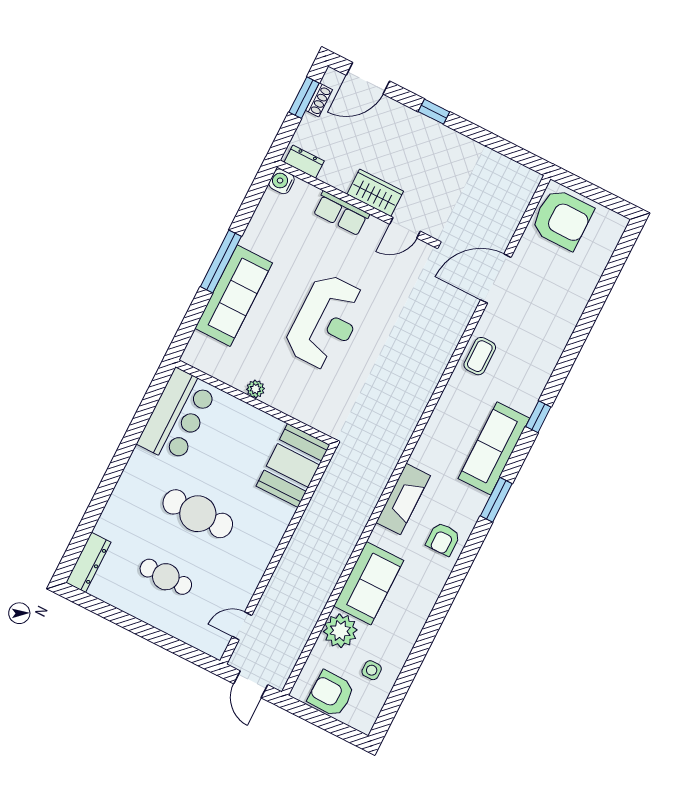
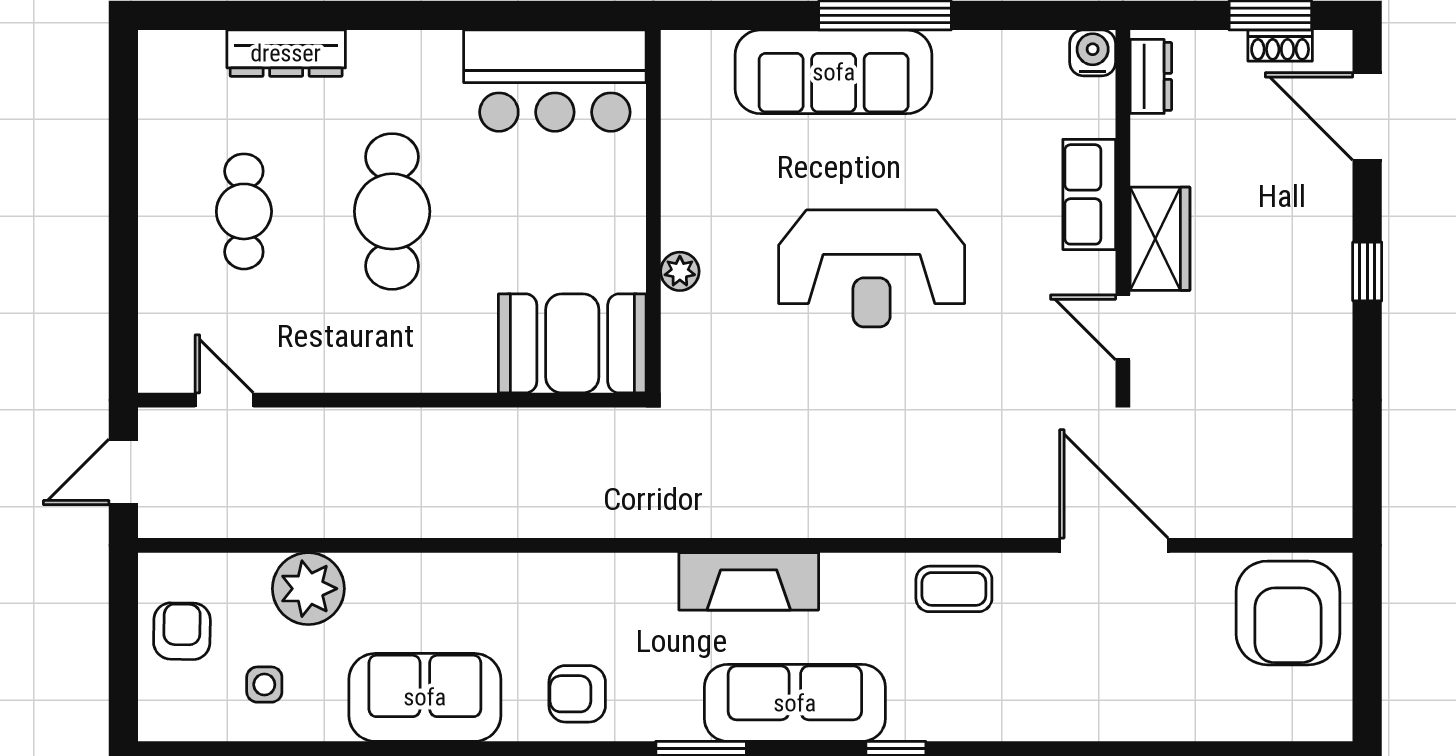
plant: (255, 389) -> (680, 271), moved
fireplace: (403, 499) -> (749, 581), moved
dresser: (88, 562) -> (286, 53), moved
sofa: (369, 583) -> (425, 697), moved, turned 180
armchair: (331, 694) -> (182, 631), width x0.72, depth x0.72

